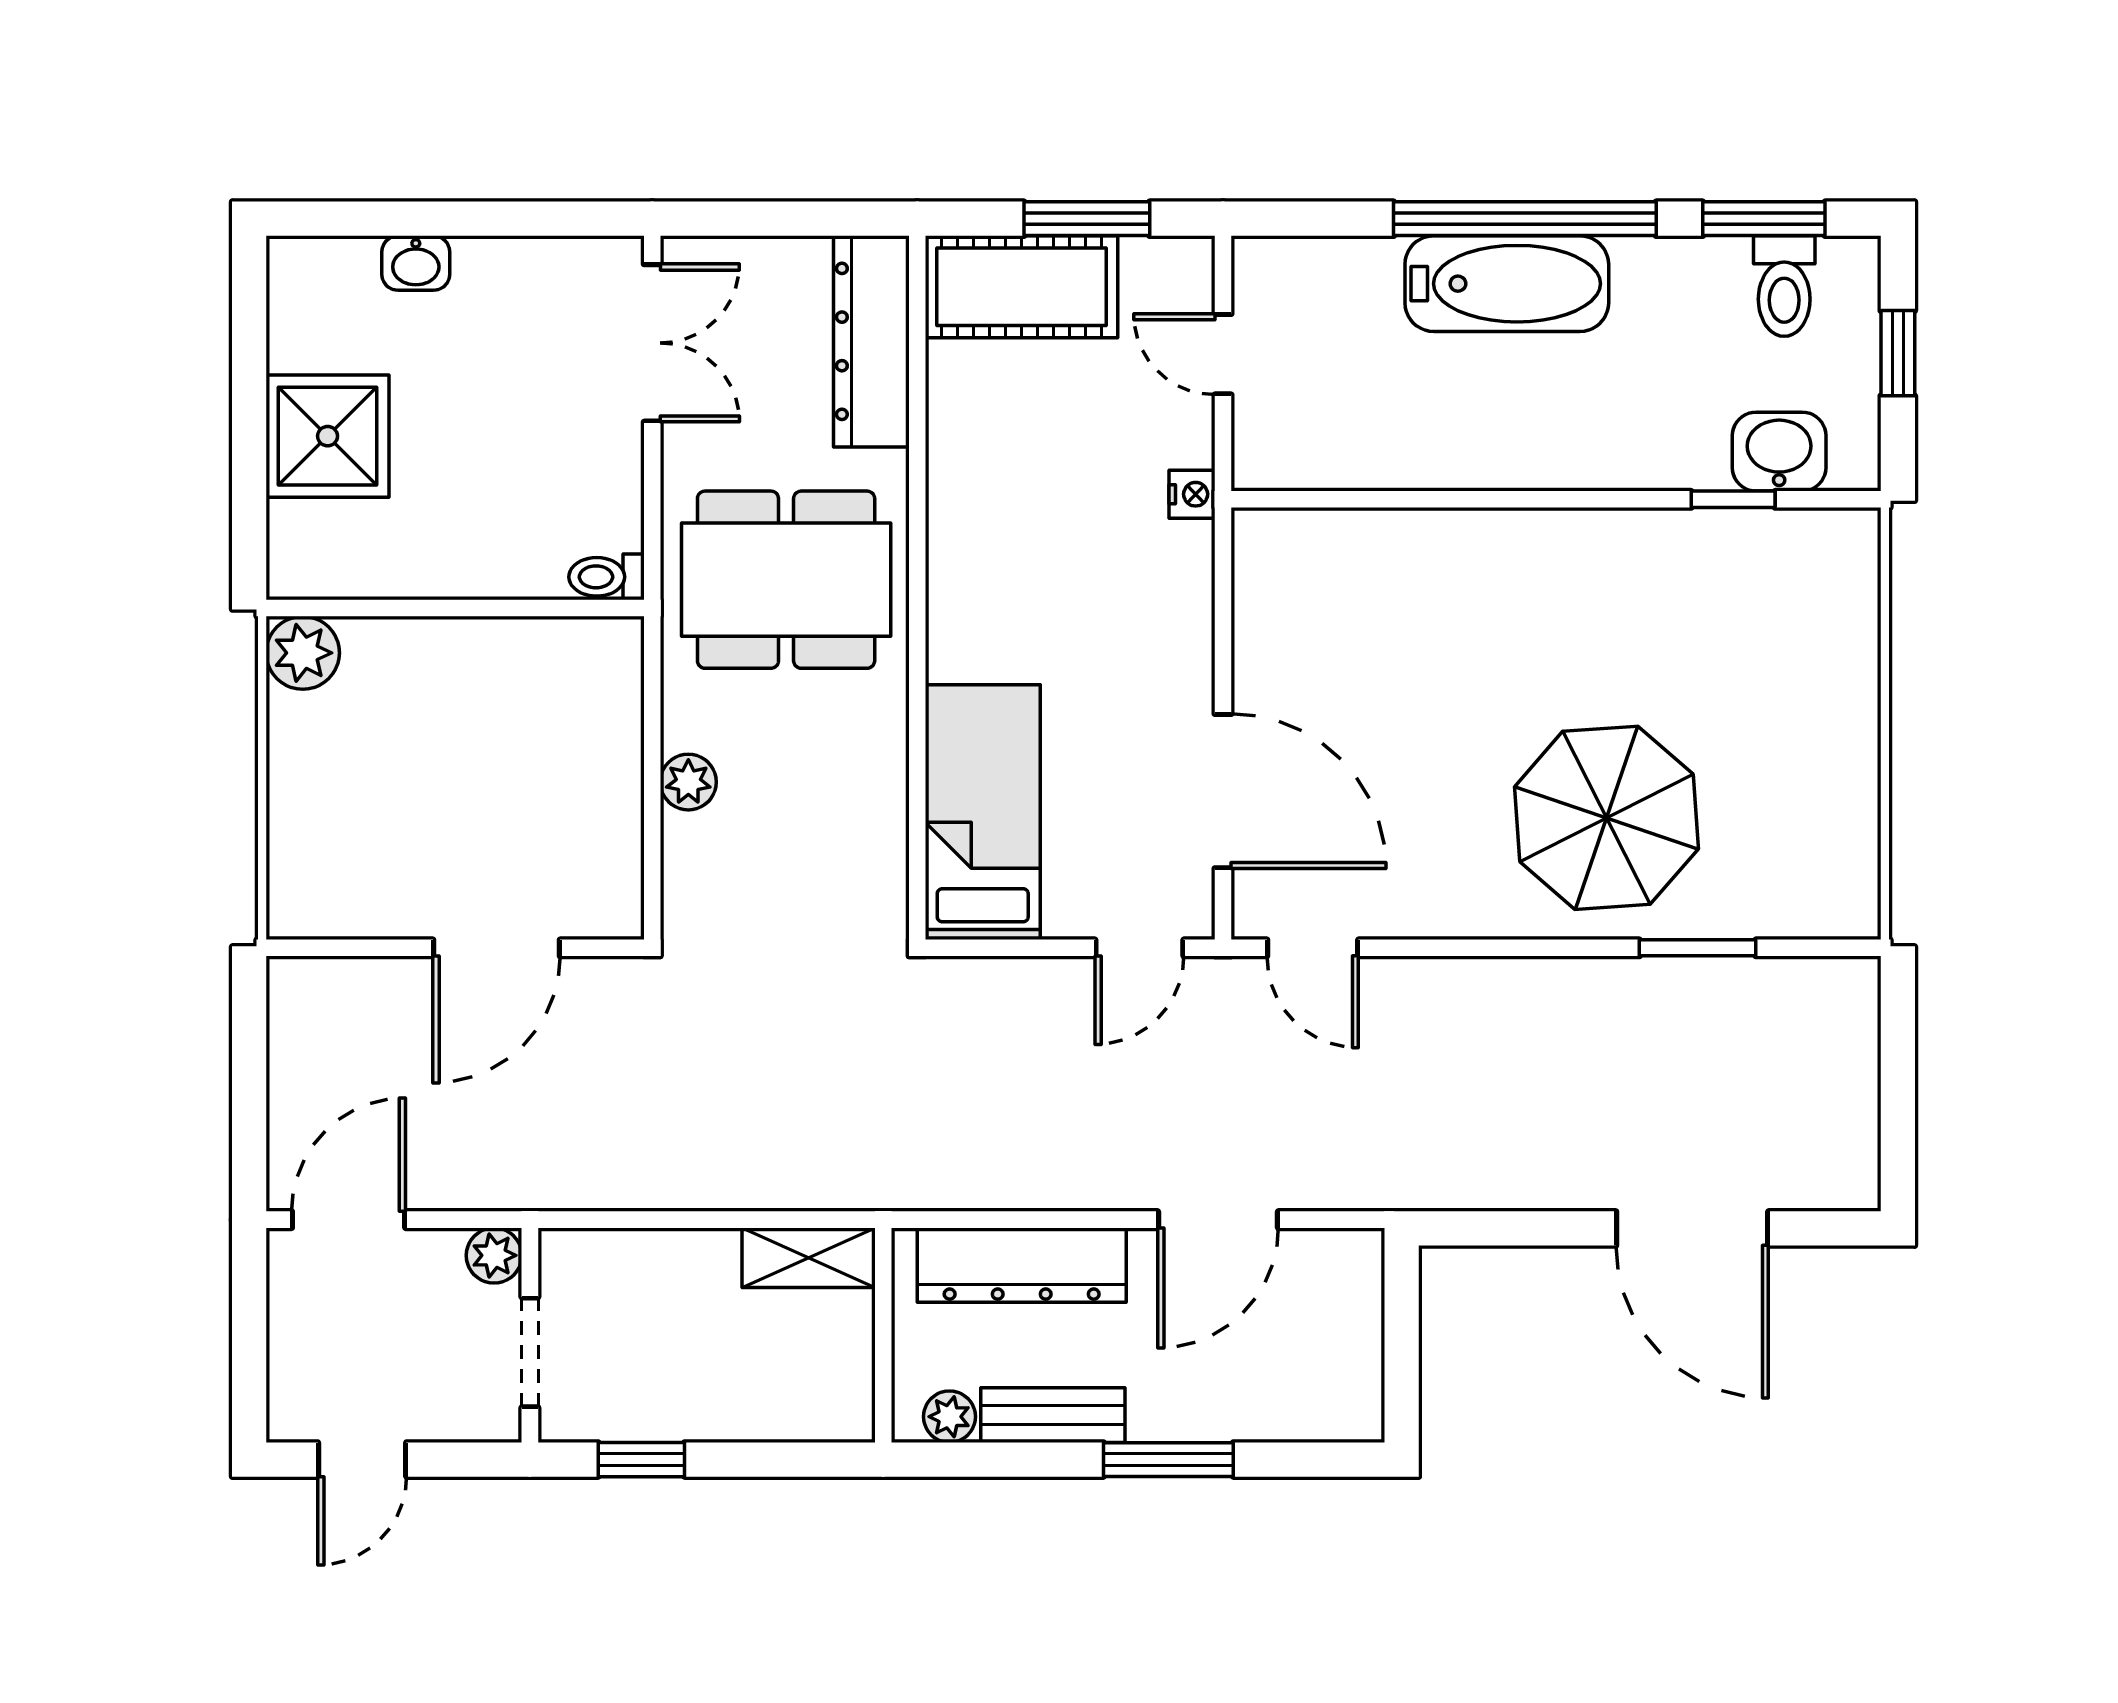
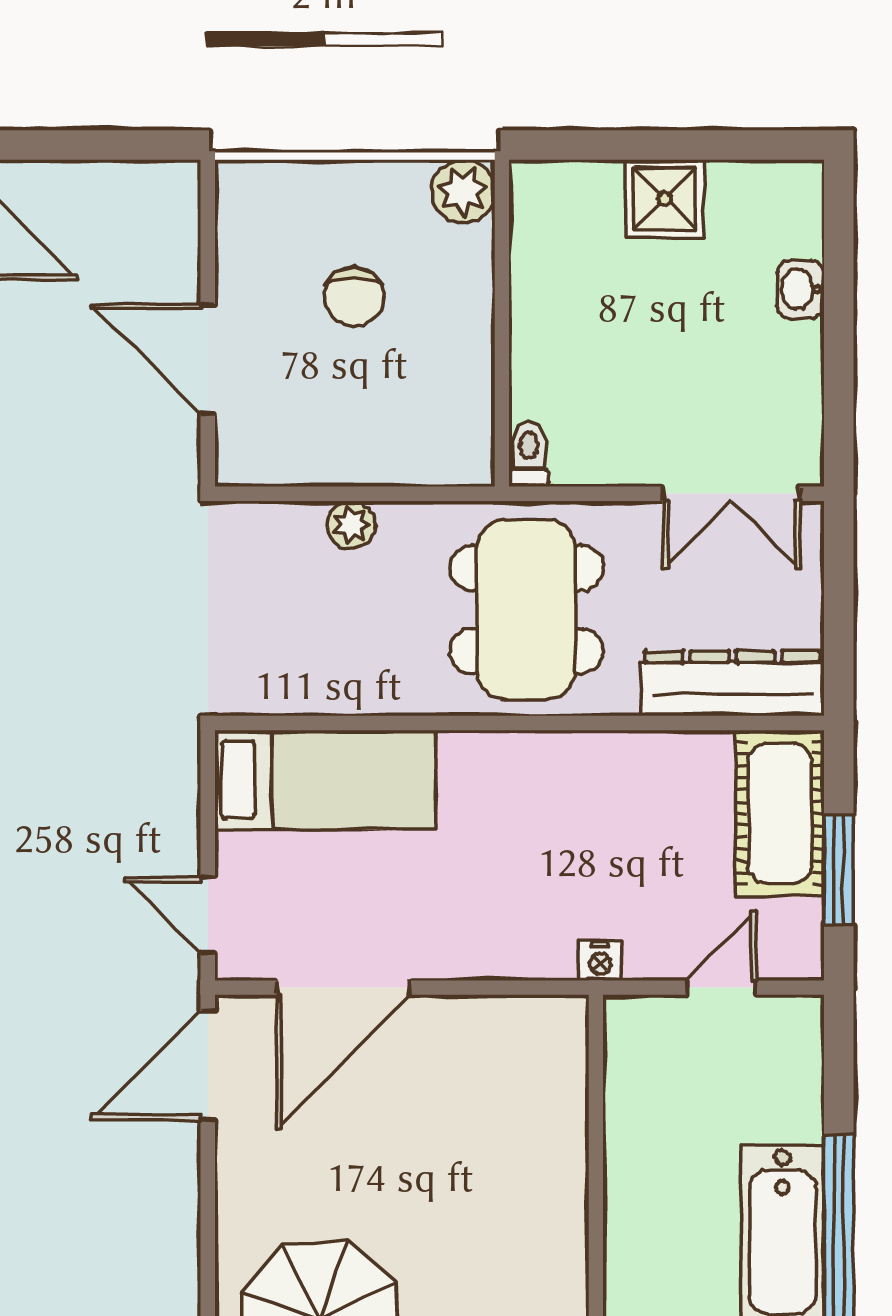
shower: (328, 436) -> (665, 199), width x0.73, depth x0.73
chair: (425, 779) -> (354, 297), added
door: (1313, 948) -> (208, 1065), width x1.38

